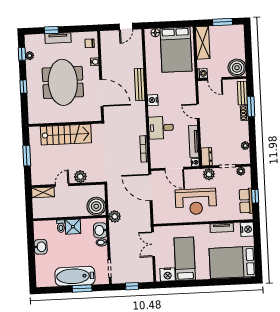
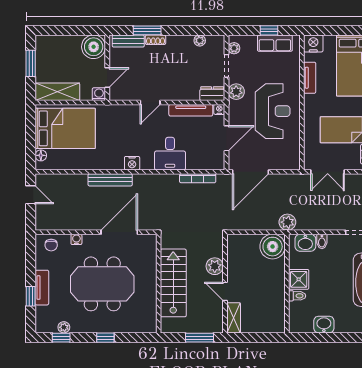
plant: (80, 177) -> (215, 266), moved
door: (62, 185) -> (225, 291), moved
wall: (68, 185) -> (225, 284), moved
shelving: (43, 192) -> (234, 318), moved

